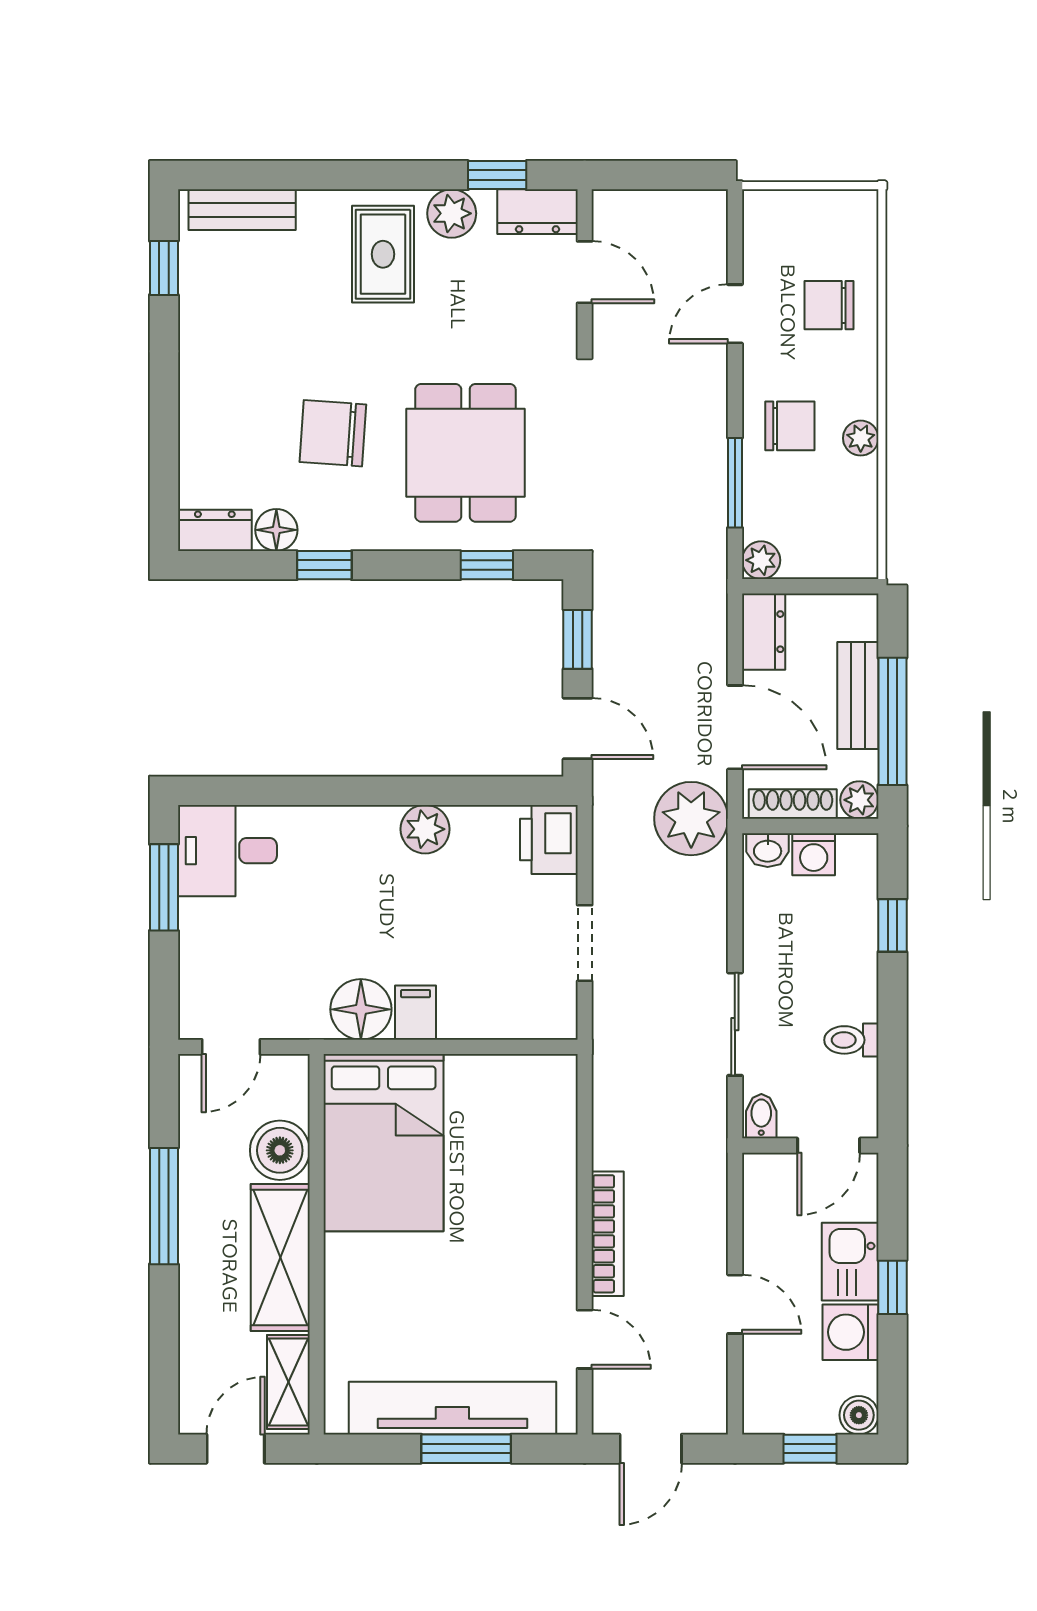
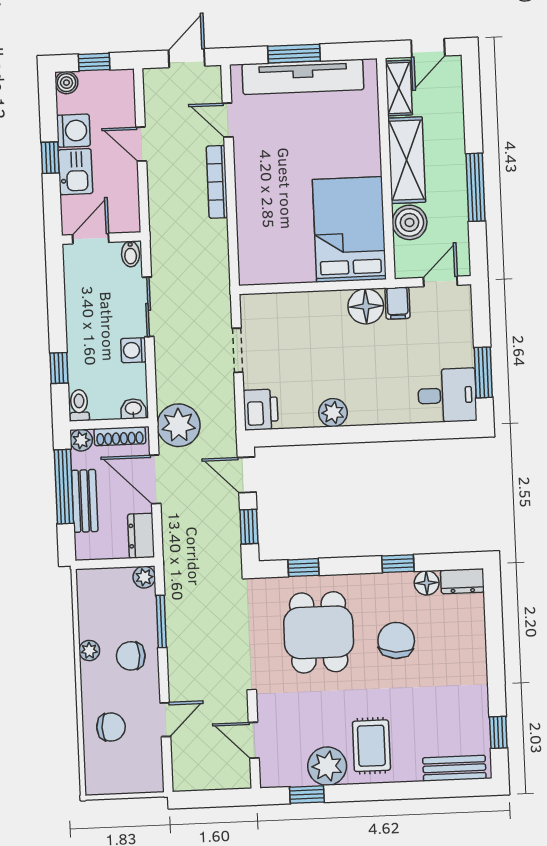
dresser: (537, 212) -> (283, 774), removed
plant: (452, 213) -> (327, 766), width x1.36, depth x1.36
chair: (333, 433) -> (396, 640), turned -89
washing machine: (814, 854) -> (133, 350), moved, turned -90
filing cabinet: (416, 1013) -> (397, 303), moved
toilet: (851, 1040) -> (79, 405), moved, turned -90

